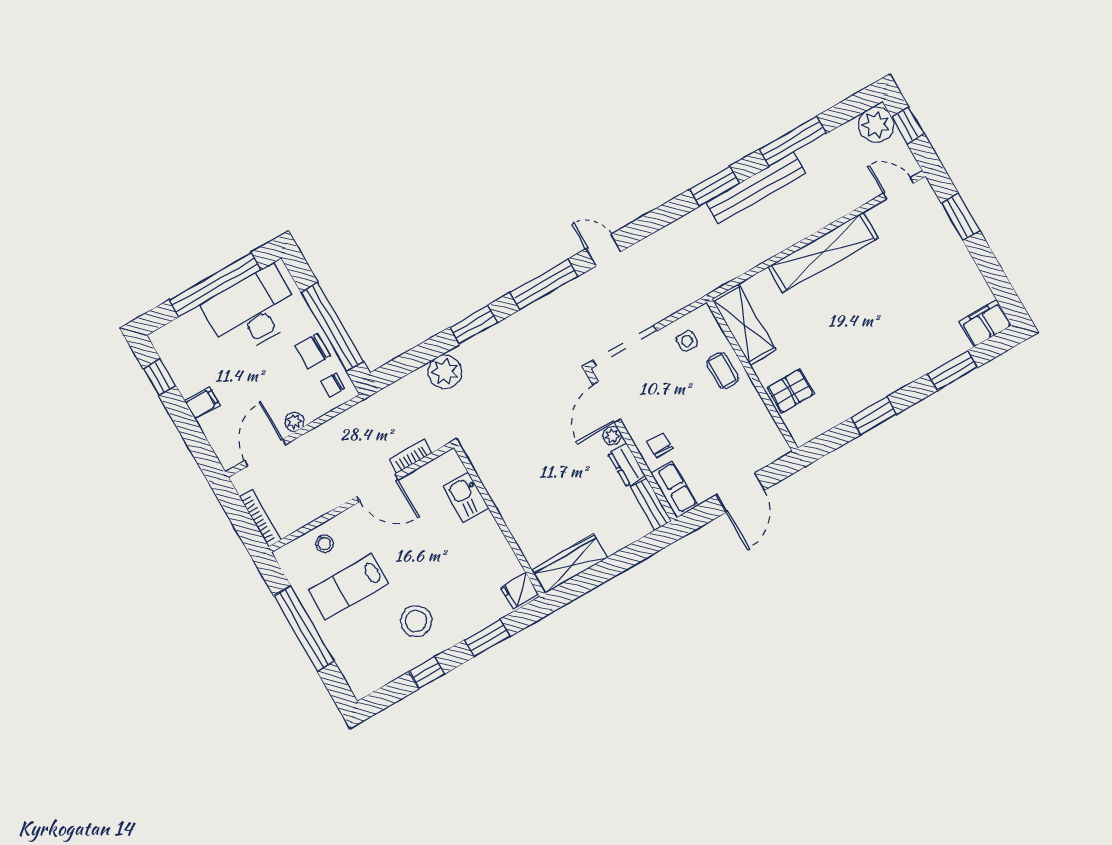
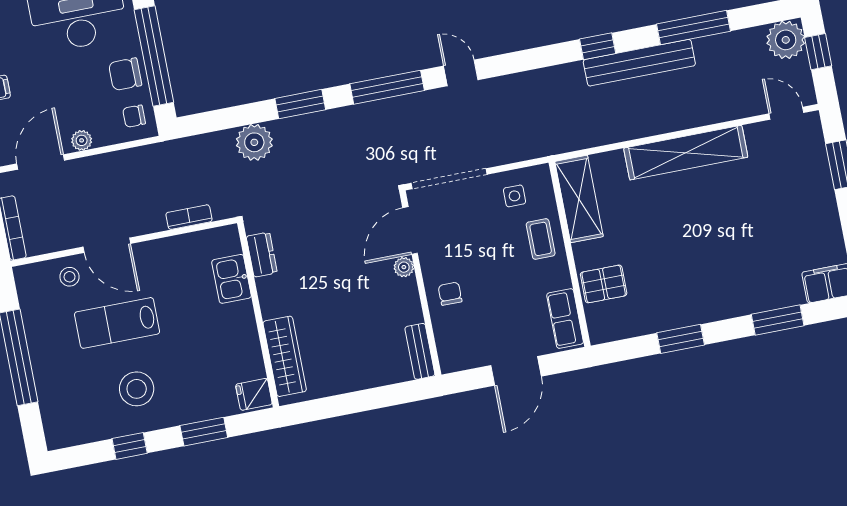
window: (715, 186) -> (598, 46), width x0.67
dresser: (627, 465) -> (262, 255), moved, turned 180
door: (377, 488) -> (107, 245), moved
row of seats: (674, 489) -> (565, 318), moved, turned 180
wardrobe: (570, 564) -> (285, 356), moved, turned 90
lab bench: (348, 587) -> (117, 323), moved

